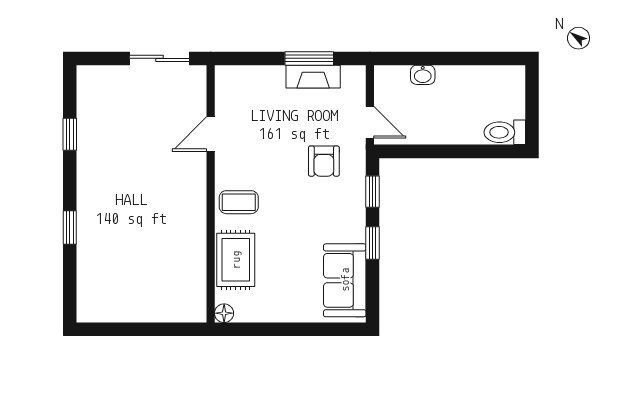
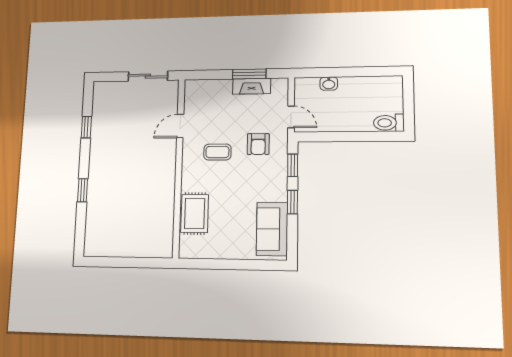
coffee table: (239, 202) -> (217, 152), moved
floor lamp: (224, 313) -> (185, 252), removed

